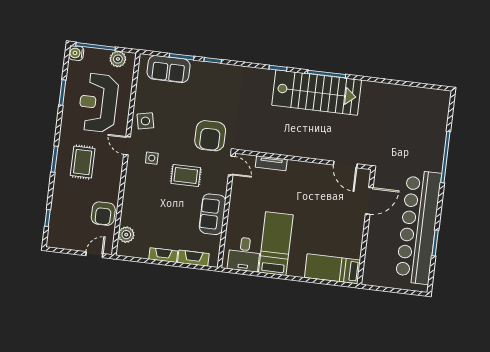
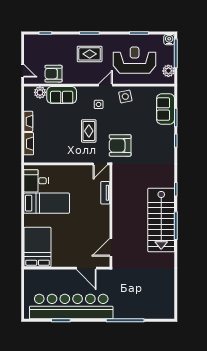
sofa: (213, 214) -> (62, 95), moved, turned 180
bed: (332, 269) -> (38, 247), width x1.50

